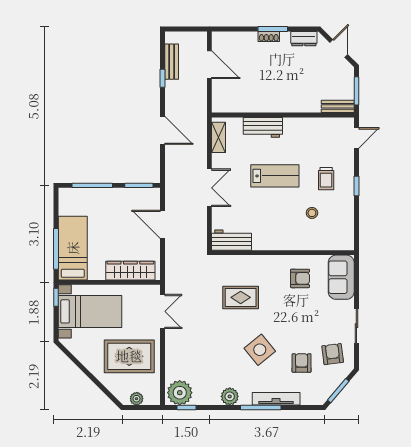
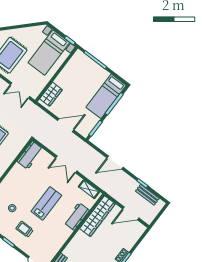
wardrobe: (243, 102) -> (97, 216), added
lab bench: (275, 176) -> (46, 203), turned 180
bed: (73, 248) -> (106, 96), moved, turned 90
wardrobe: (130, 271) -> (51, 94), width x0.67

